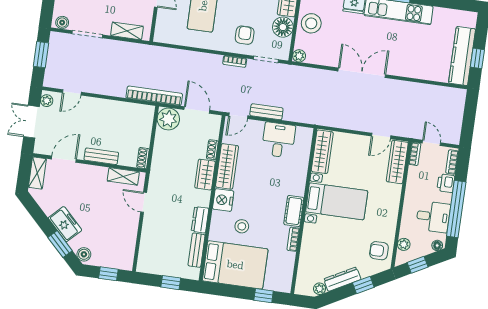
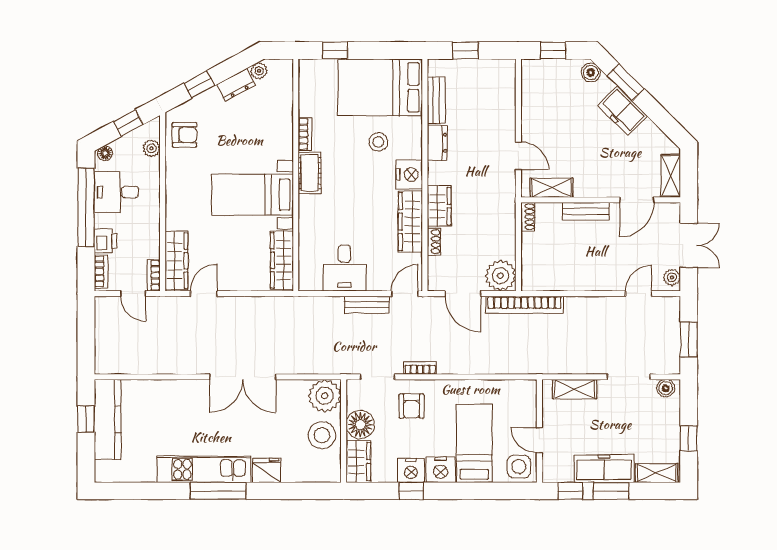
plant: (299, 56) -> (325, 396), width x1.88, depth x1.88
dresser: (342, 279) -> (236, 85), width x0.70

